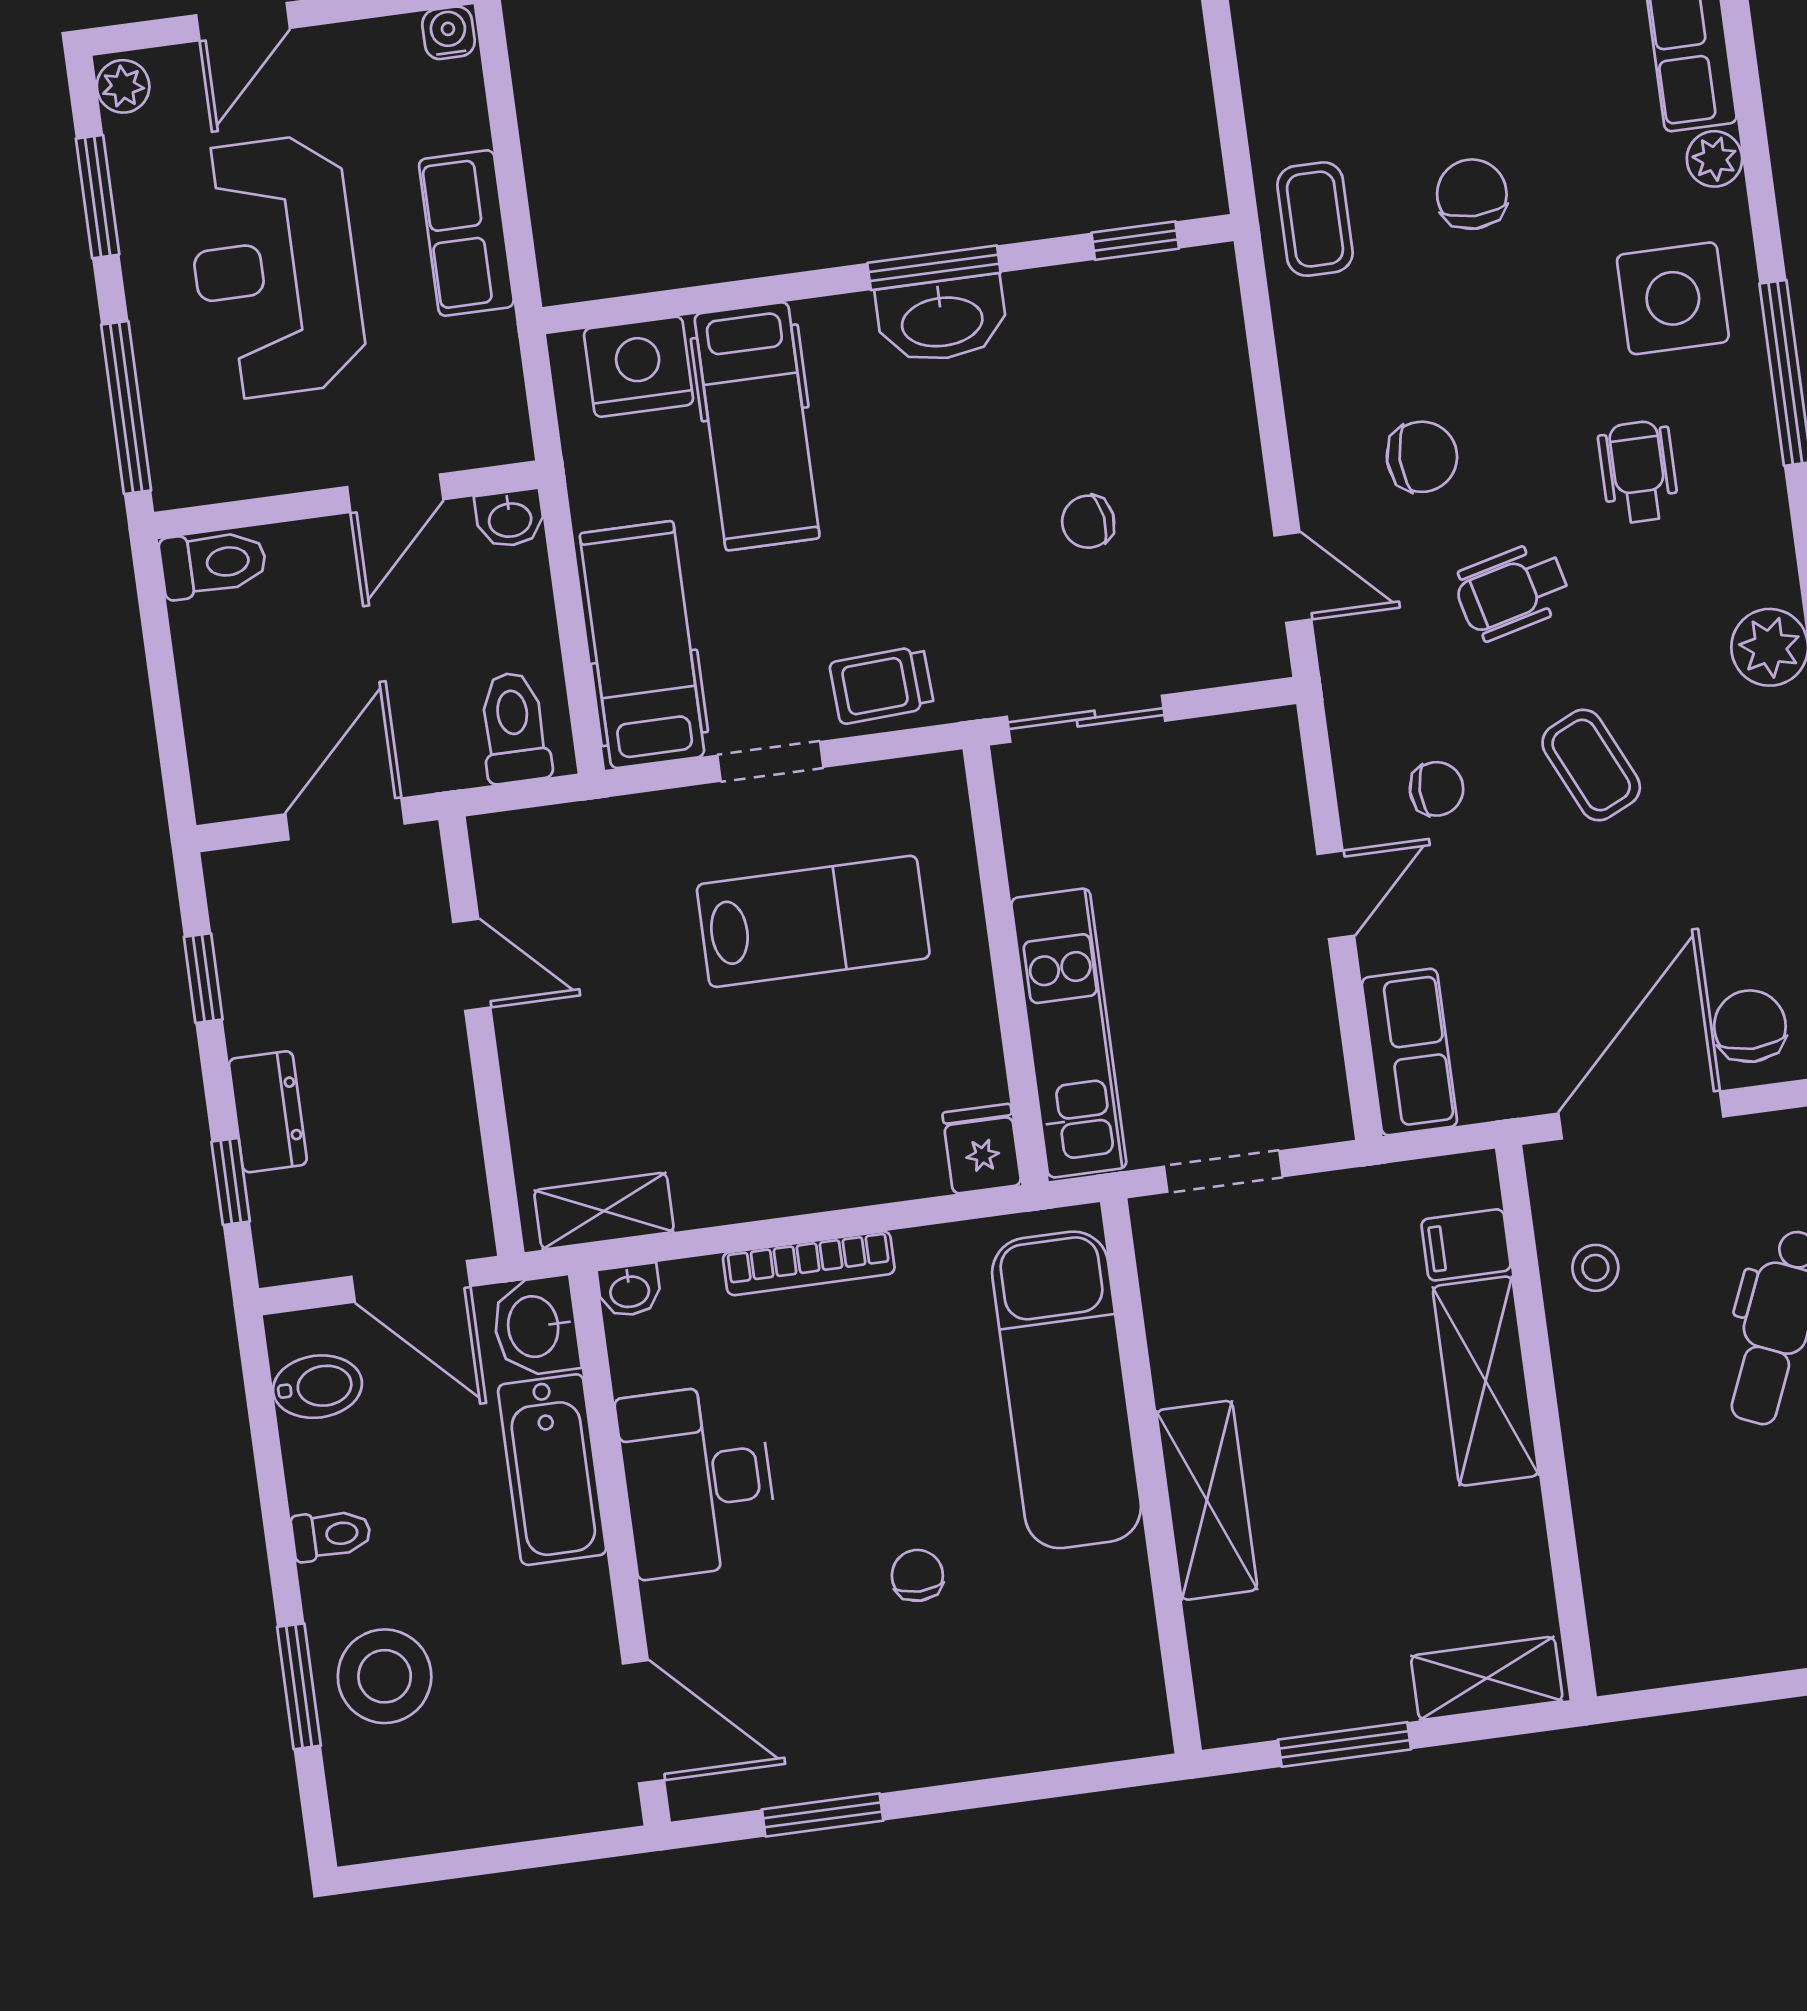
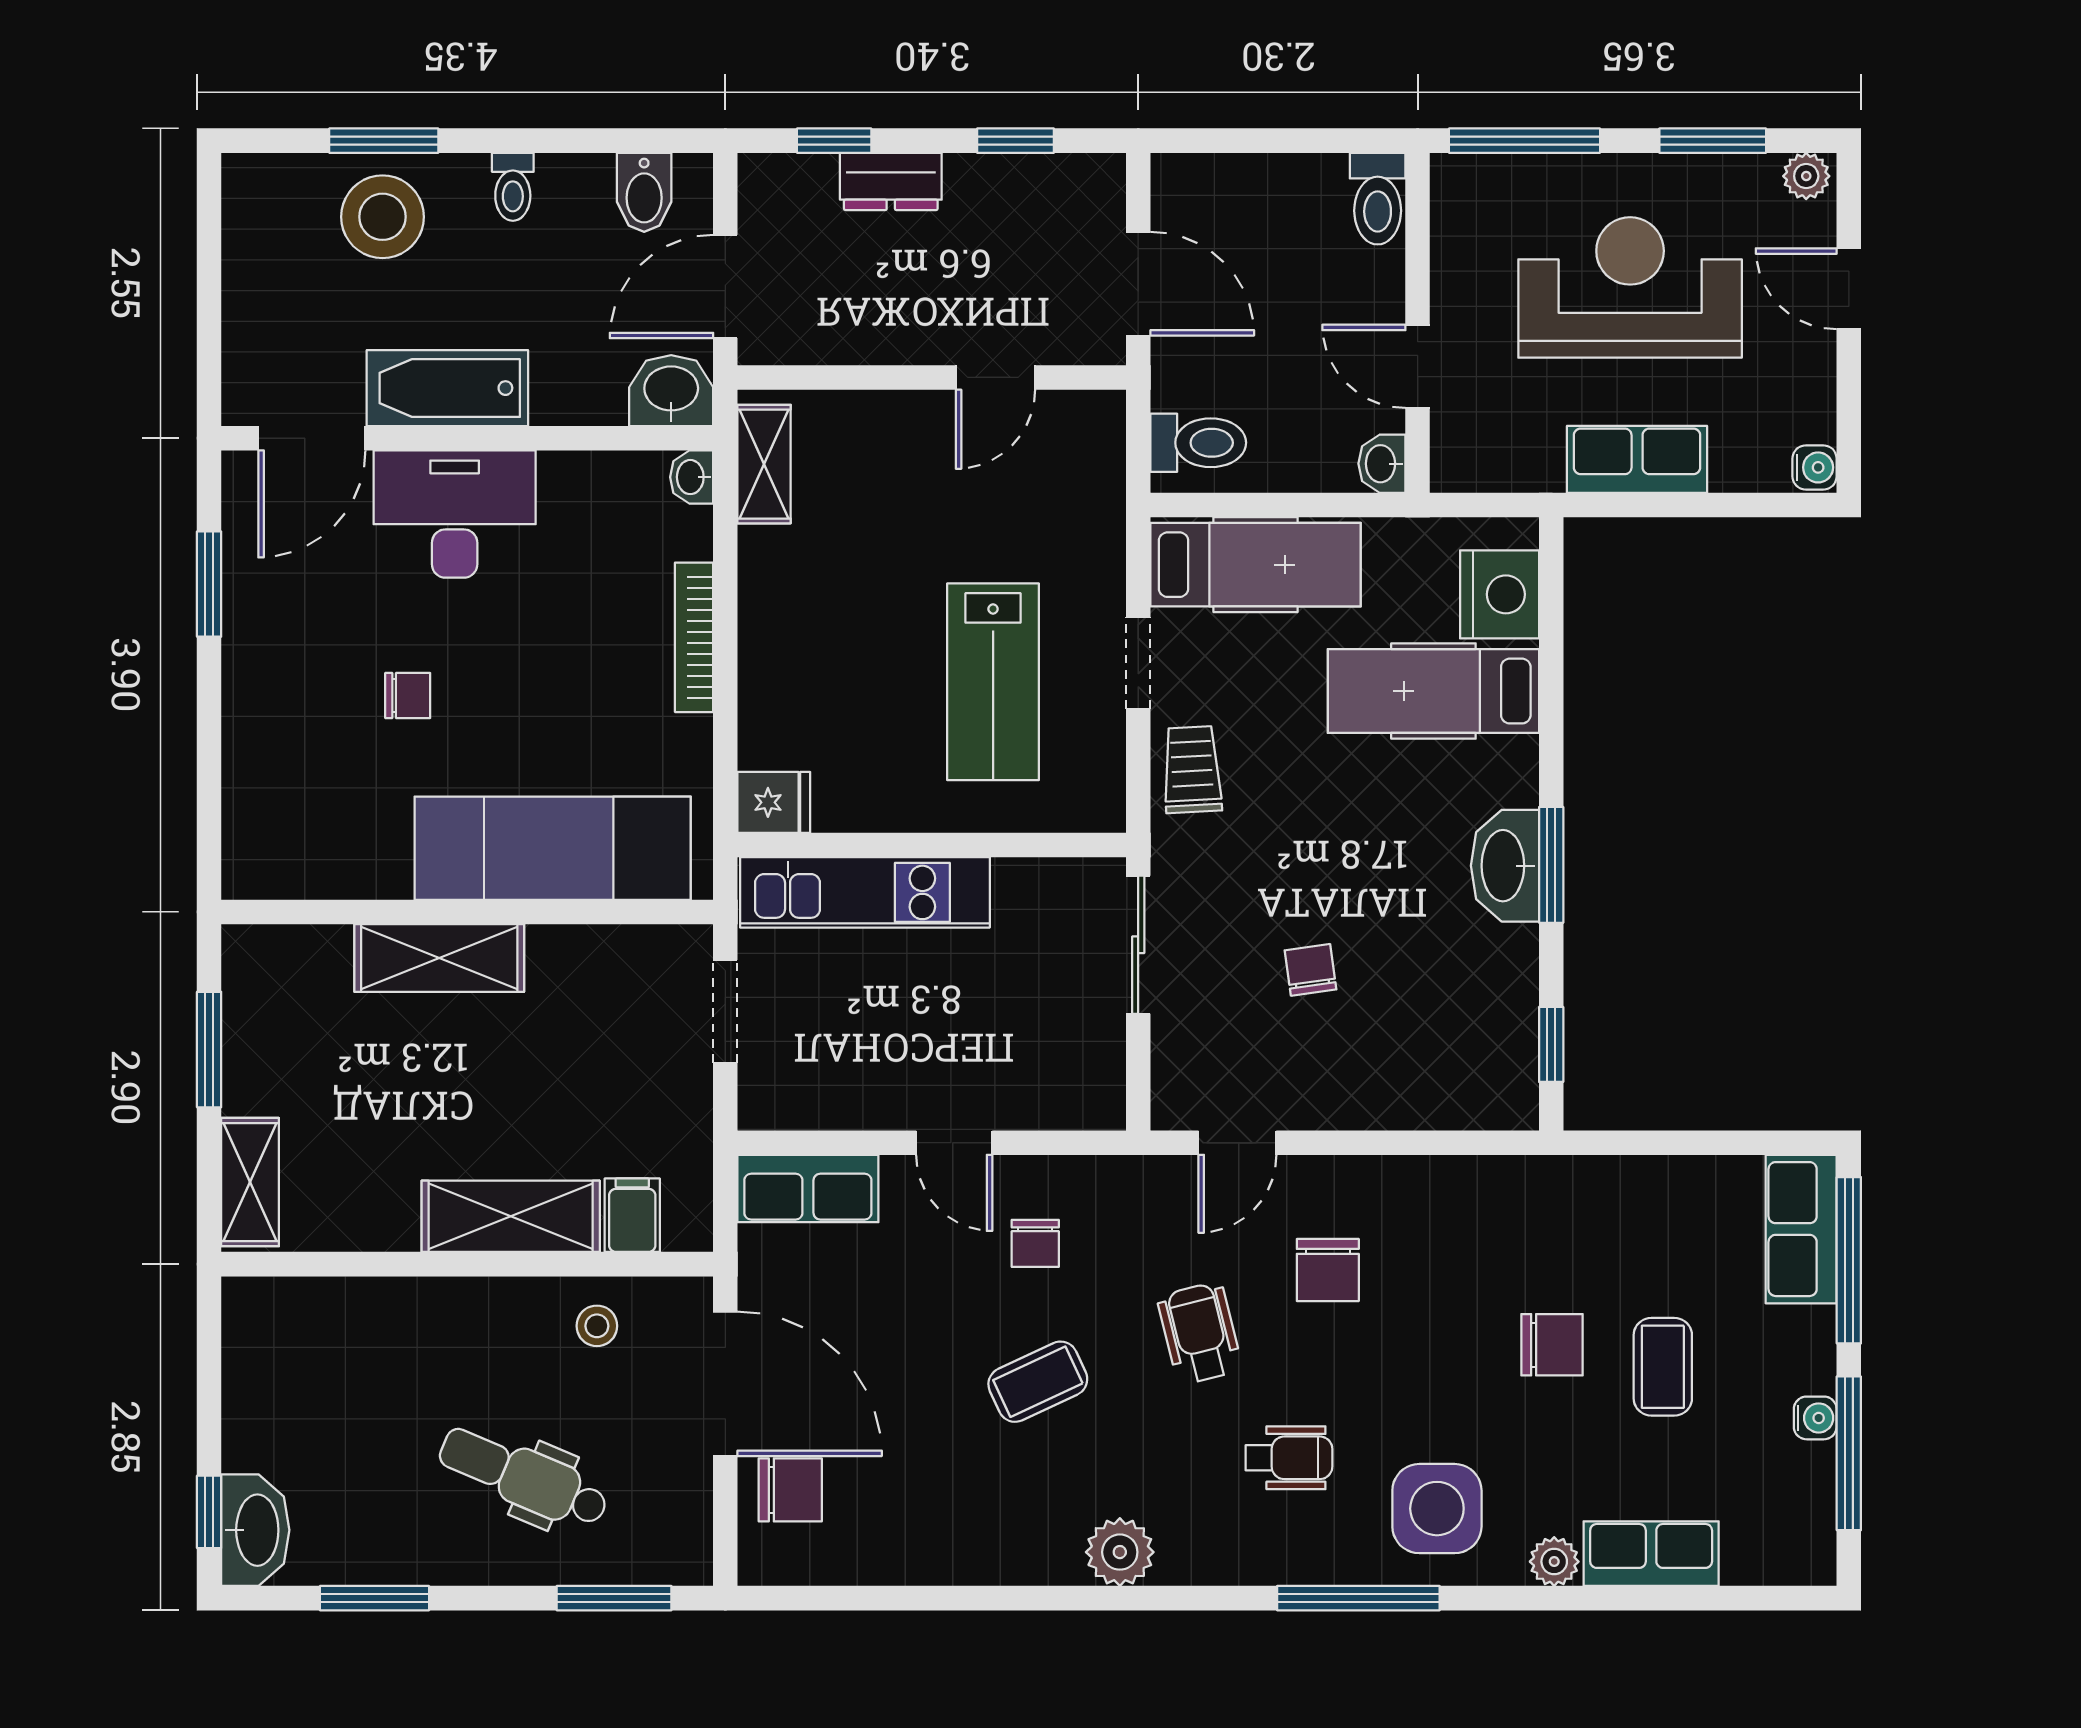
coffee table: (1315, 219) -> (1663, 1367), moved, turned 90
bathtub: (552, 1470) -> (447, 388), moved
desk: (697, 1481) -> (455, 514), moved

